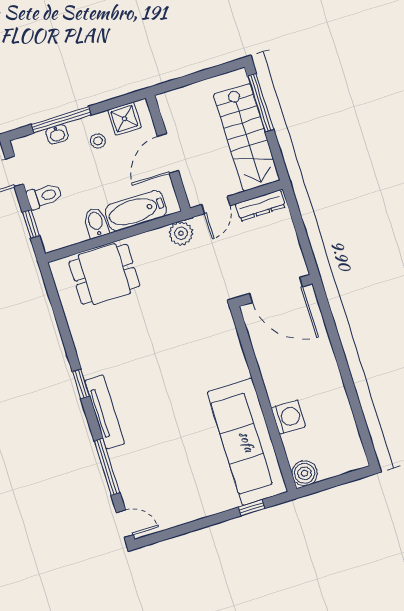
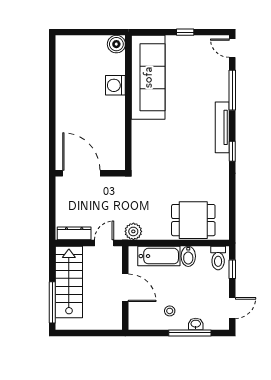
shower: (124, 119) -> (147, 320), removed
door: (168, 153) -> (125, 288), hinge flipped
toilet: (44, 196) -> (218, 258), moved, turned -90
wall: (263, 399) -> (128, 103), moved
washing machine: (288, 417) -> (115, 85), moved
sofa: (247, 442) -> (148, 77), moved
boiler: (305, 473) -> (116, 44), moved
window: (252, 508) -> (185, 32), moved

